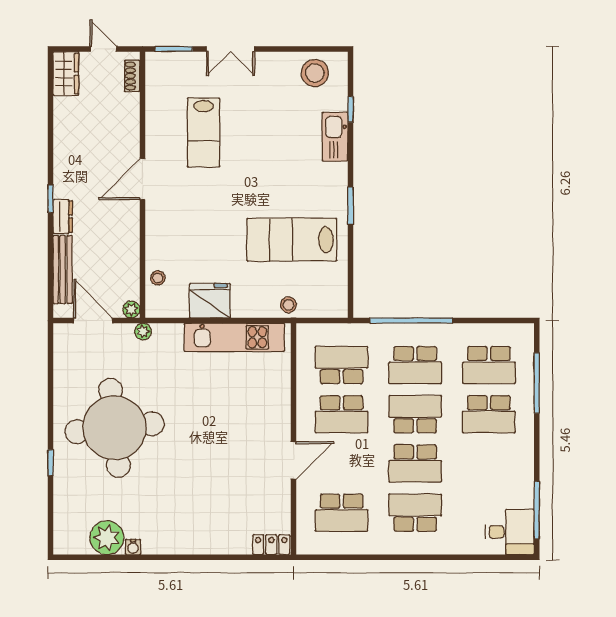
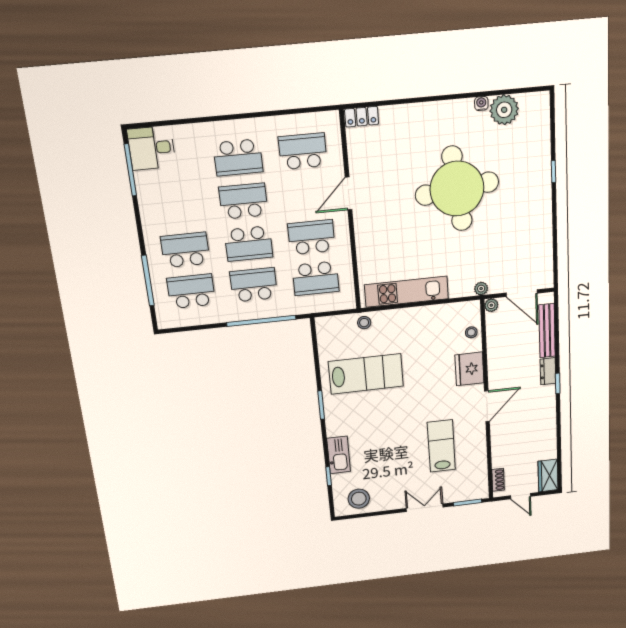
fridge: (210, 301) -> (469, 369), moved, turned 90
round table: (114, 428) -> (457, 189), moved

